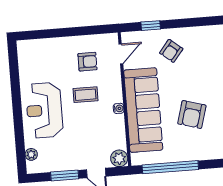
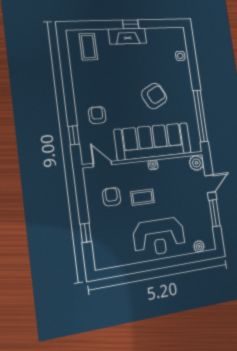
window: (53, 33) -> (86, 233), added
armchair: (171, 51) -> (97, 115), turned -129
coffee table: (85, 95) -> (142, 197), turned 90
armchair: (192, 114) -> (154, 96), turned -44

